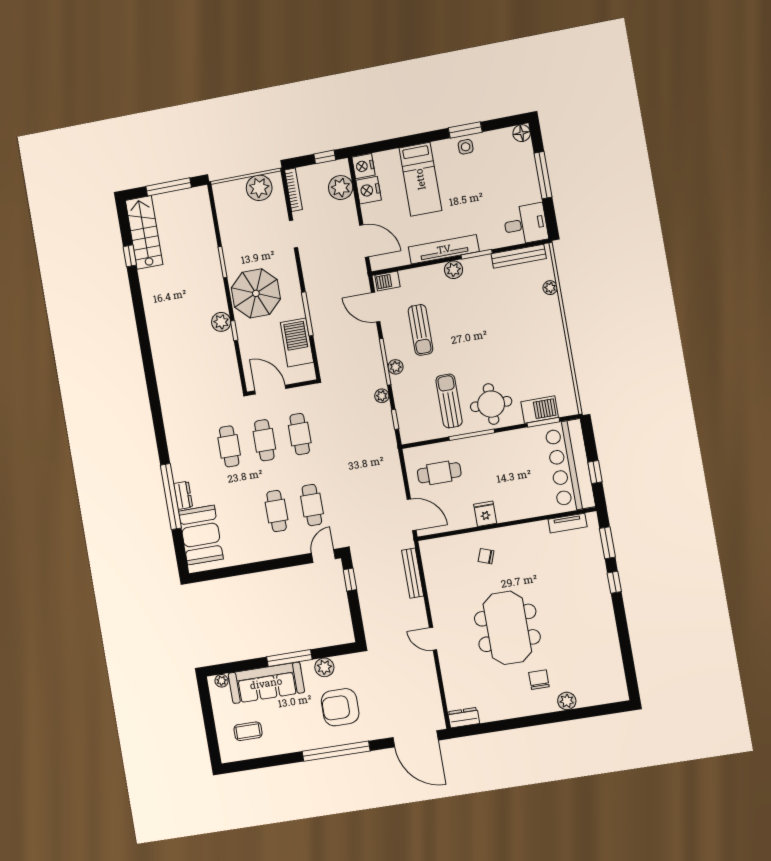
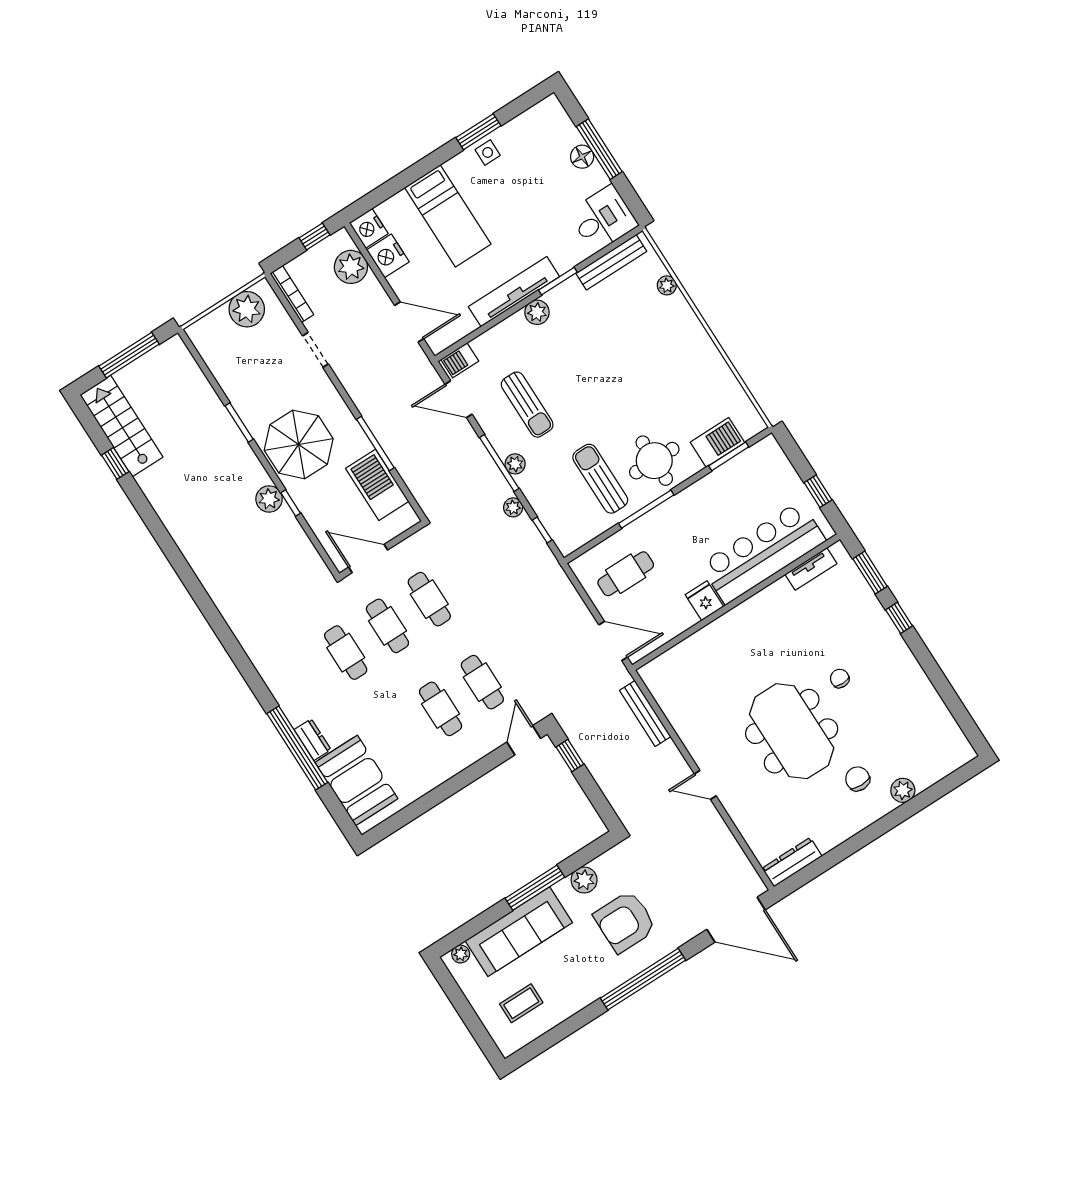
floor lamp: (522, 133) -> (582, 157), moved
bar counter: (570, 466) -> (763, 553), moved, turned 90
chair: (486, 556) -> (840, 678), moved, turned 70
dresser: (464, 718) -> (792, 862), width x1.44

